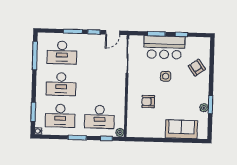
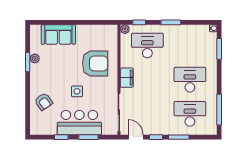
door: (113, 33) -> (136, 137), hinge flipped
filing cabinet: (119, 88) -> (127, 78), added
armchair: (148, 102) -> (95, 63), width x1.88, depth x1.88
desk: (60, 116) -> (190, 45), removed

